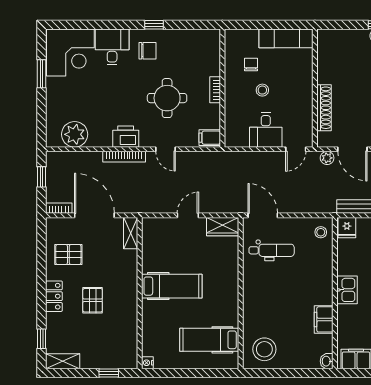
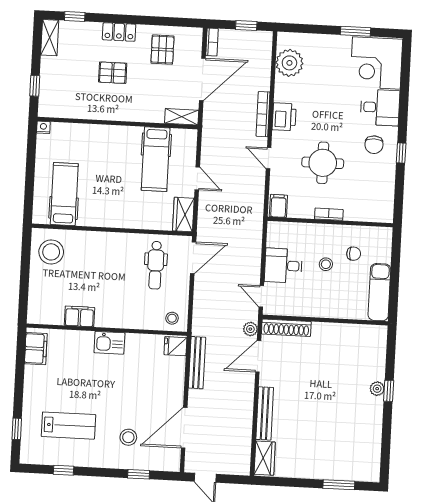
shoe rack: (324, 108) -> (286, 328), moved
door: (165, 149) -> (269, 158), hinge flipped
hospital bed: (172, 286) -> (156, 159), moved
washbasin: (327, 361) -> (35, 317), removed

